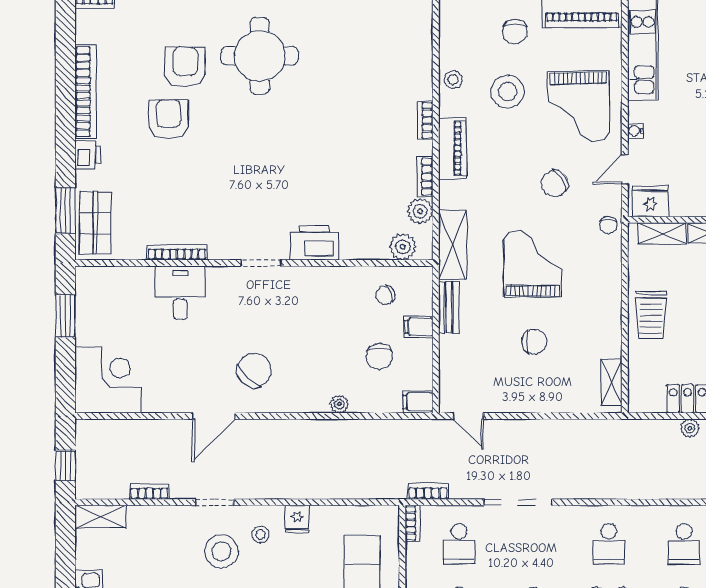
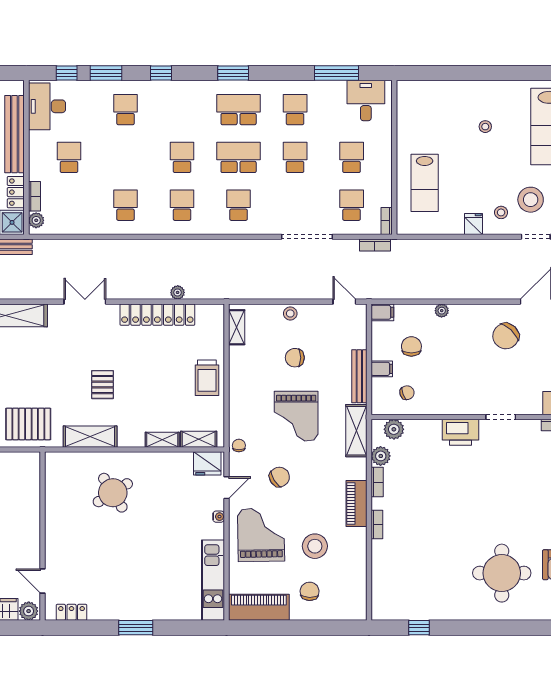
stool: (453, 80) -> (290, 313), moved
bench: (449, 307) -> (359, 376), width x1.36
trolley: (651, 315) -> (207, 378), turned 180

